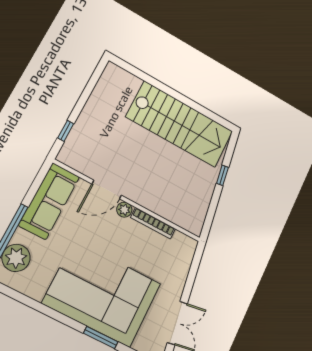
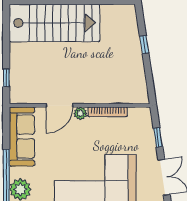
stairs: (180, 124) -> (54, 23), moved
window: (191, 277) -> (158, 138), added

